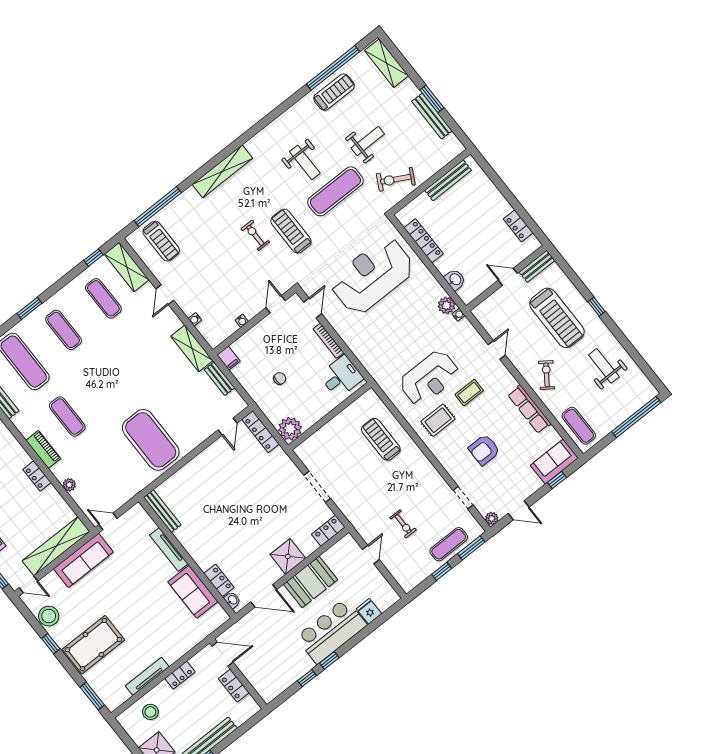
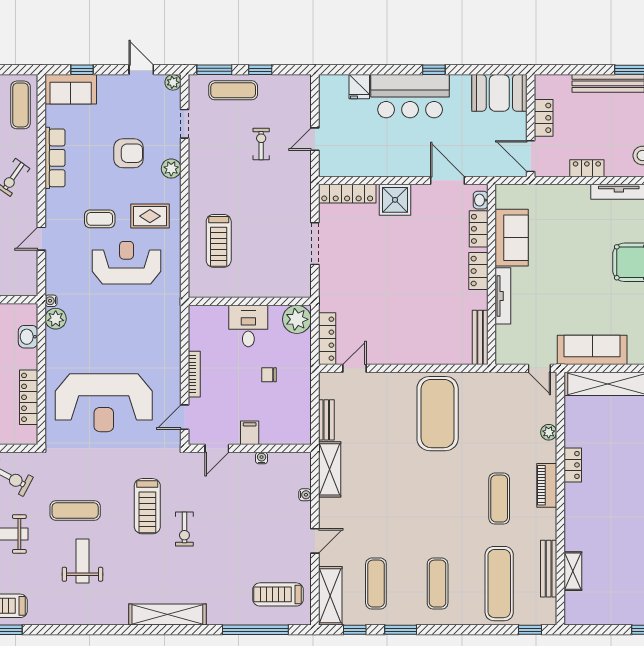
exercise mat: (335, 191) -> (75, 510), width x0.73, depth x0.69
treadmill: (161, 241) -> (278, 594), turned -90
window: (29, 308) -> (401, 630), moved
filing cabinet: (229, 358) -> (250, 433), moved
desk: (341, 377) -> (248, 326), moved, turned 90
plant: (449, 462) -> (171, 169), added
locker: (328, 531) -> (347, 194), width x1.53
locker: (197, 553) -> (478, 271), added
booth: (311, 582) -> (499, 93), moved
window: (307, 678) -> (469, 70), removed

